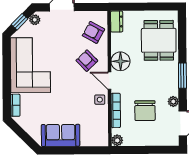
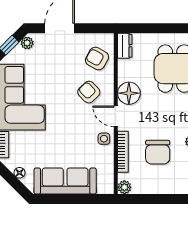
floor lamp: (29, 129) -> (19, 173), added
sofa: (61, 135) -> (65, 181), width x1.36

